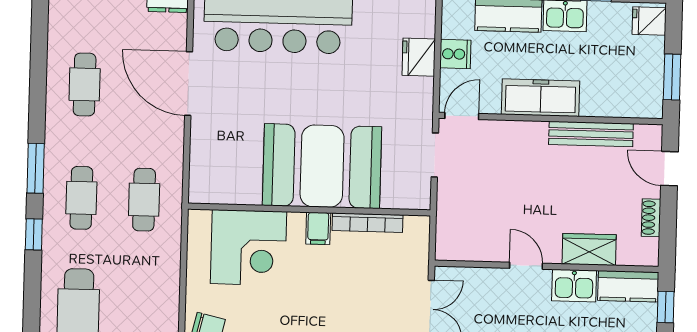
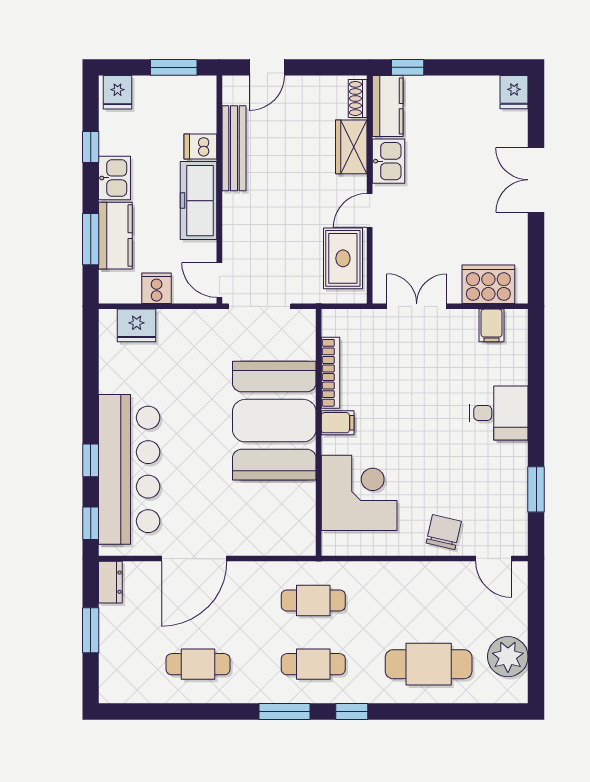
fridge: (419, 57) -> (137, 325), moved
dishwasher: (593, 101) -> (200, 147), added
doorway: (435, 155) -> (260, 306), width x1.38
shoe rack: (651, 218) -> (358, 98), moved, turned 90
rug: (480, 238) -> (343, 258), added

